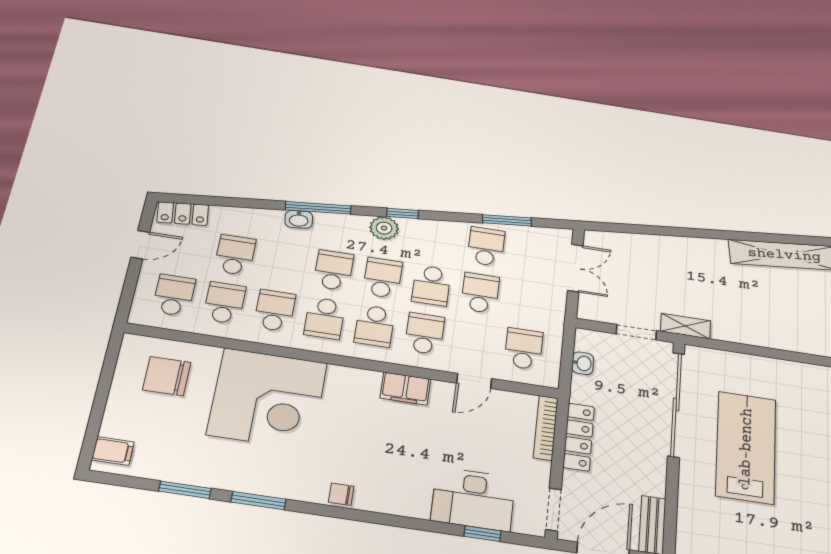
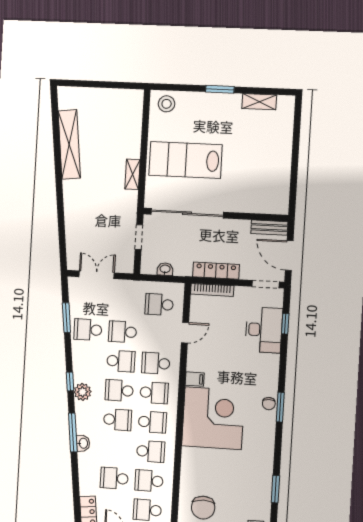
school desk: (333, 270) -> (118, 420), turned 180
school desk: (275, 311) -> (151, 451), turned 180
shelving: (686, 326) -> (132, 174), moved
door: (474, 381) -> (185, 333), hinge flipped
filing cabinet: (405, 388) -> (195, 379), width x0.50
corner desk: (268, 399) -> (213, 418), moved
lab bench: (746, 447) -> (185, 160), moved
window: (258, 501) -> (280, 407), moved

